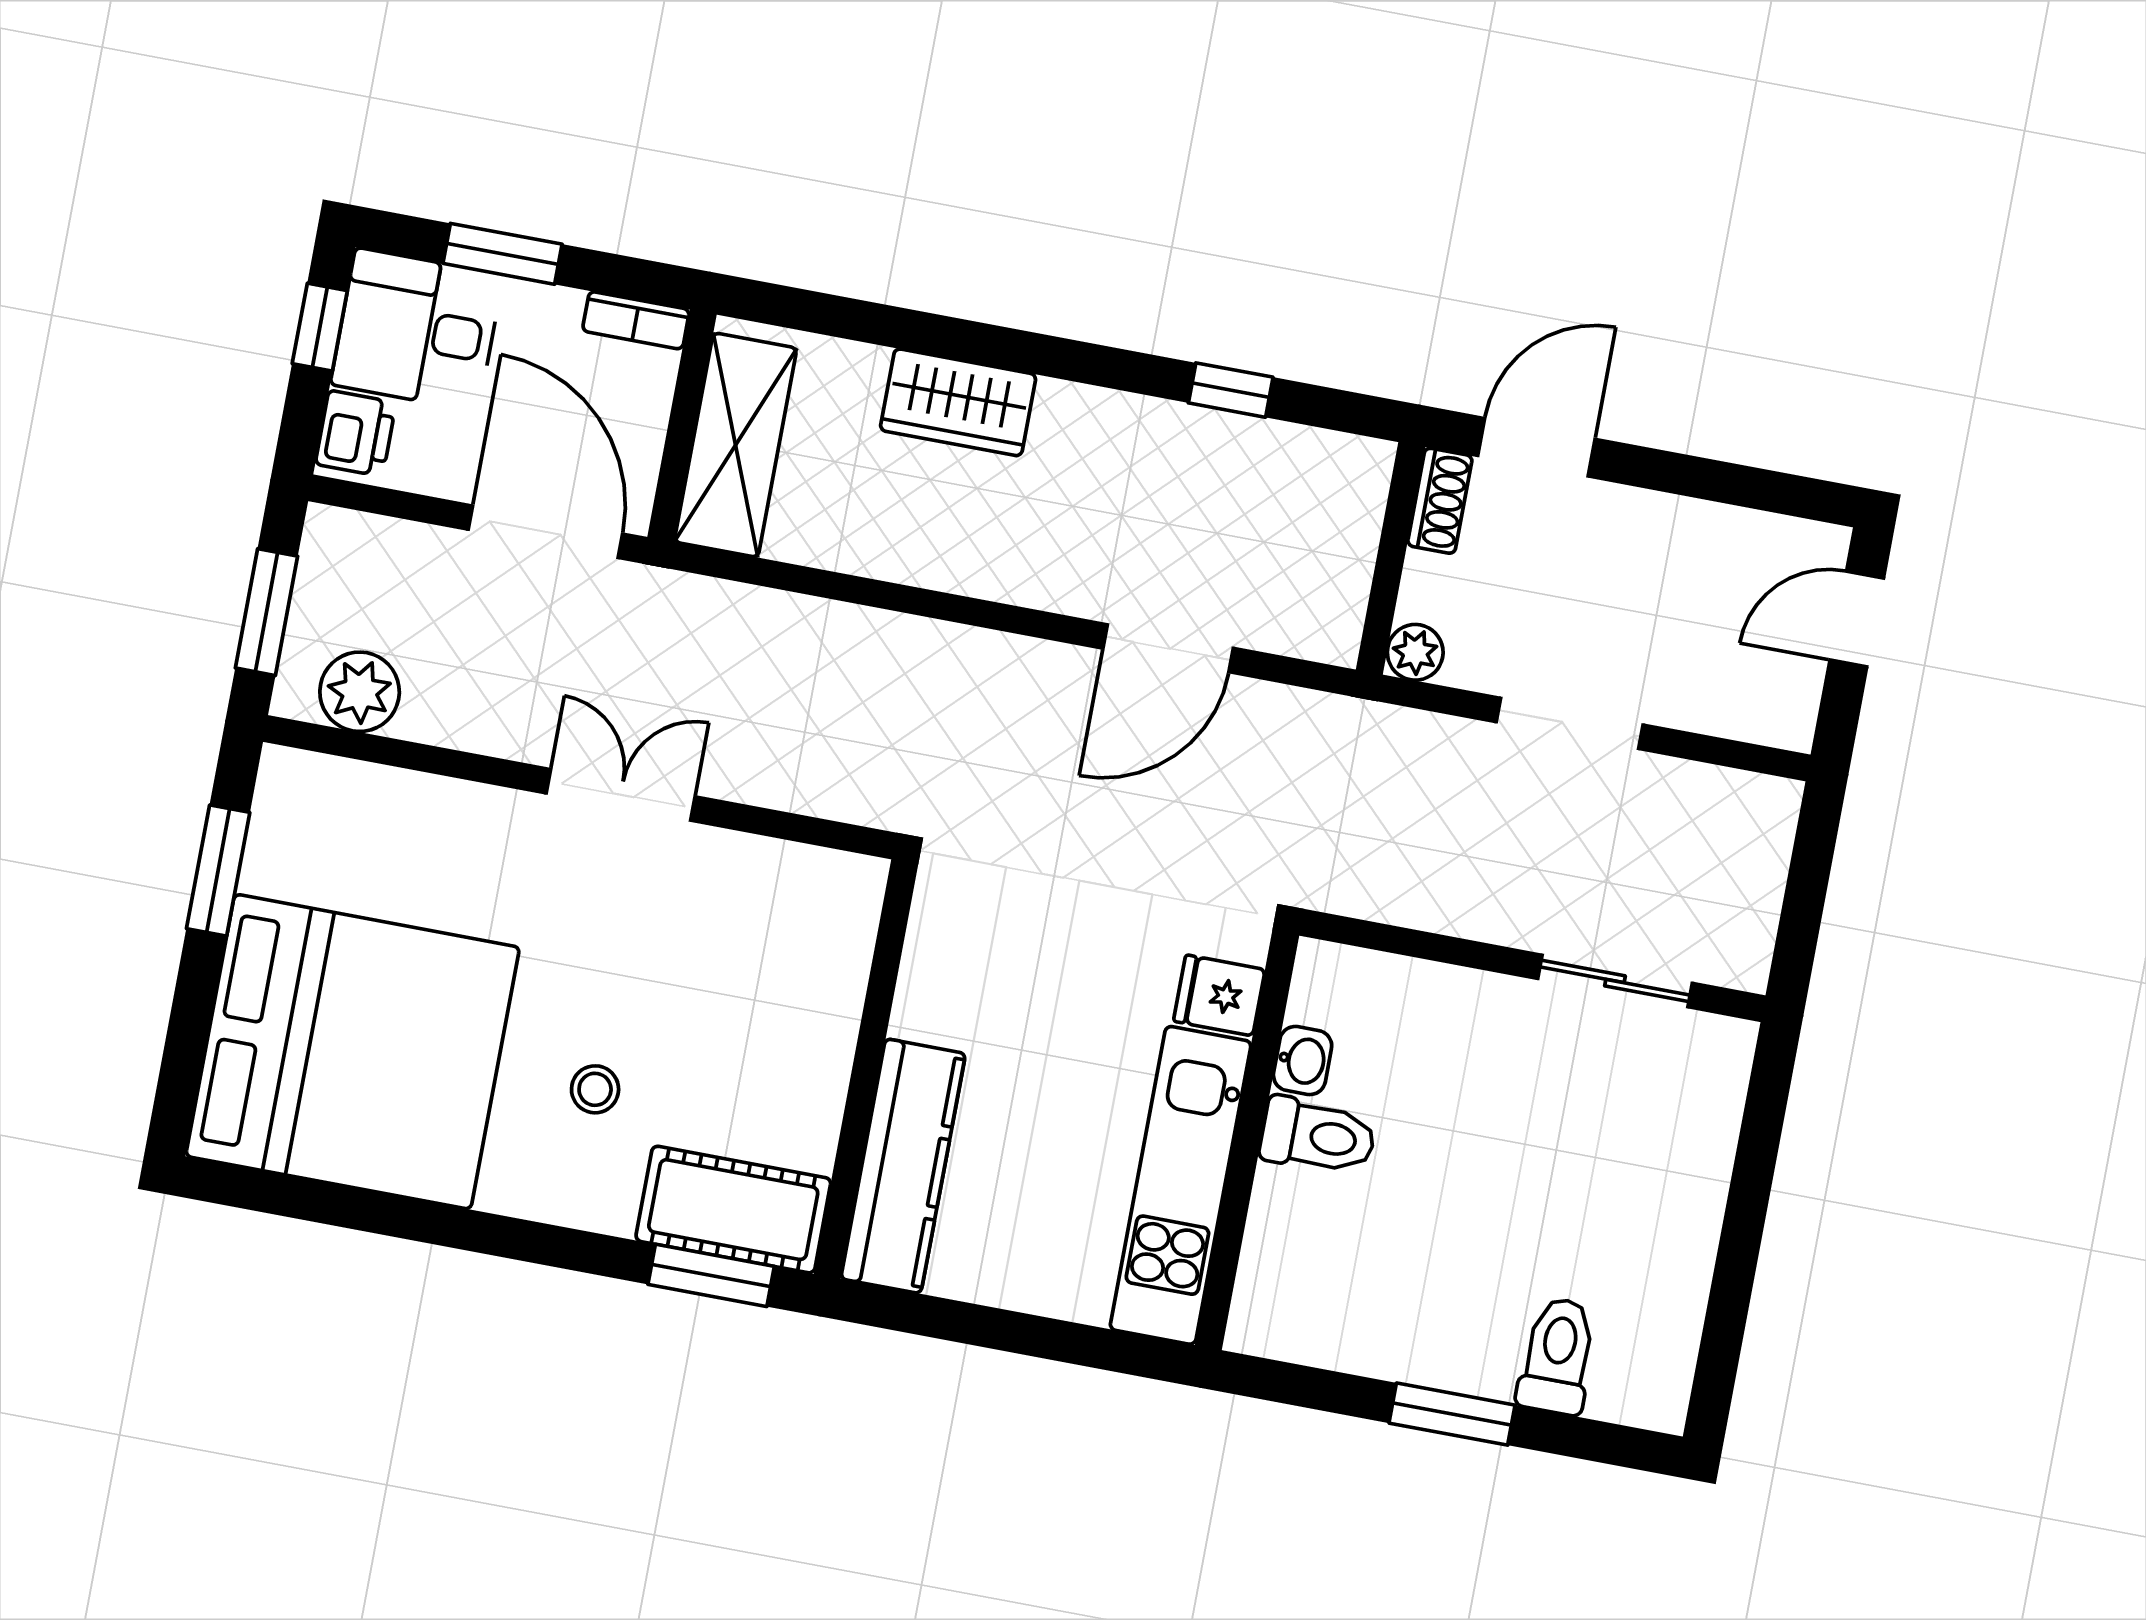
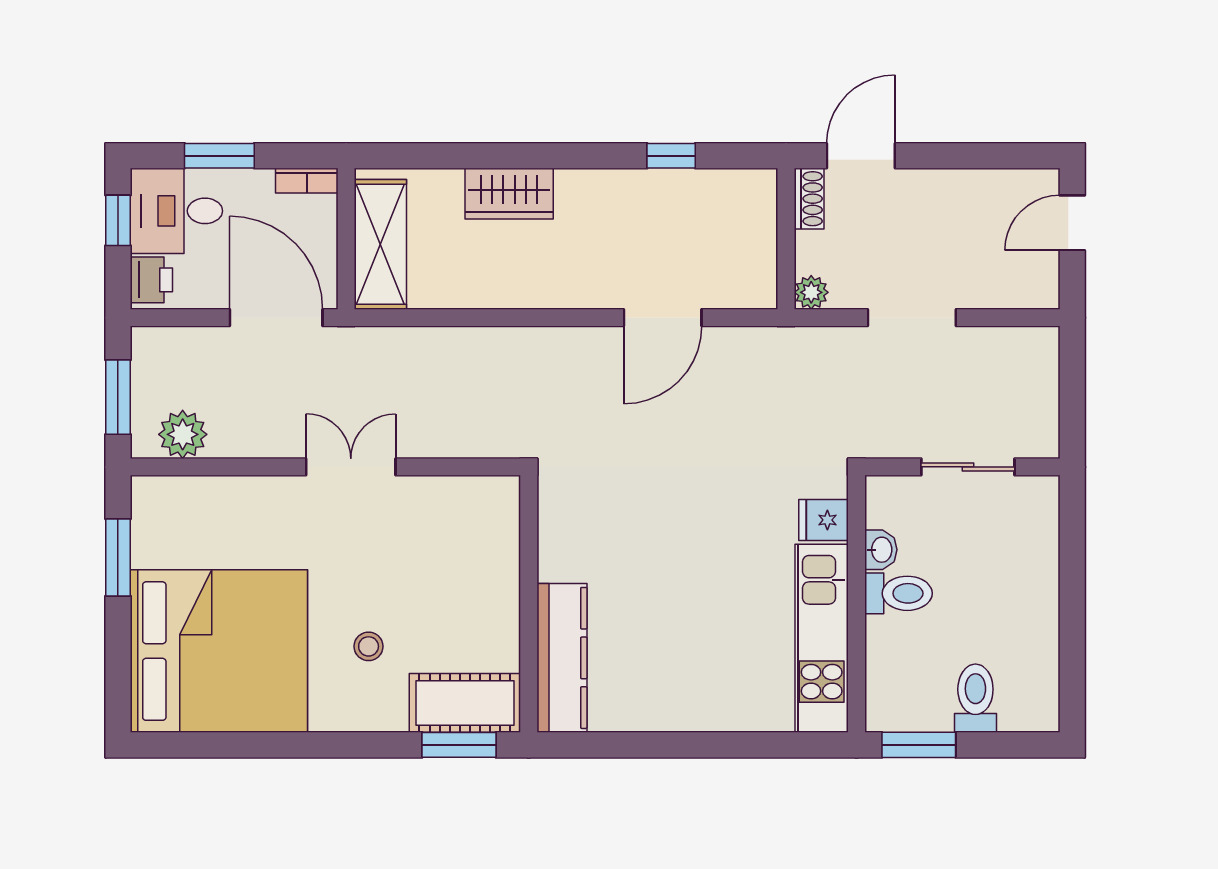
fridge: (1219, 995) -> (824, 520), moved
washbasin: (1303, 1061) -> (881, 550), moved
toilet: (1318, 1136) -> (899, 593), moved
wall: (1247, 1140) -> (856, 604), moved
kitchen unit: (1181, 1185) -> (822, 638), moved

